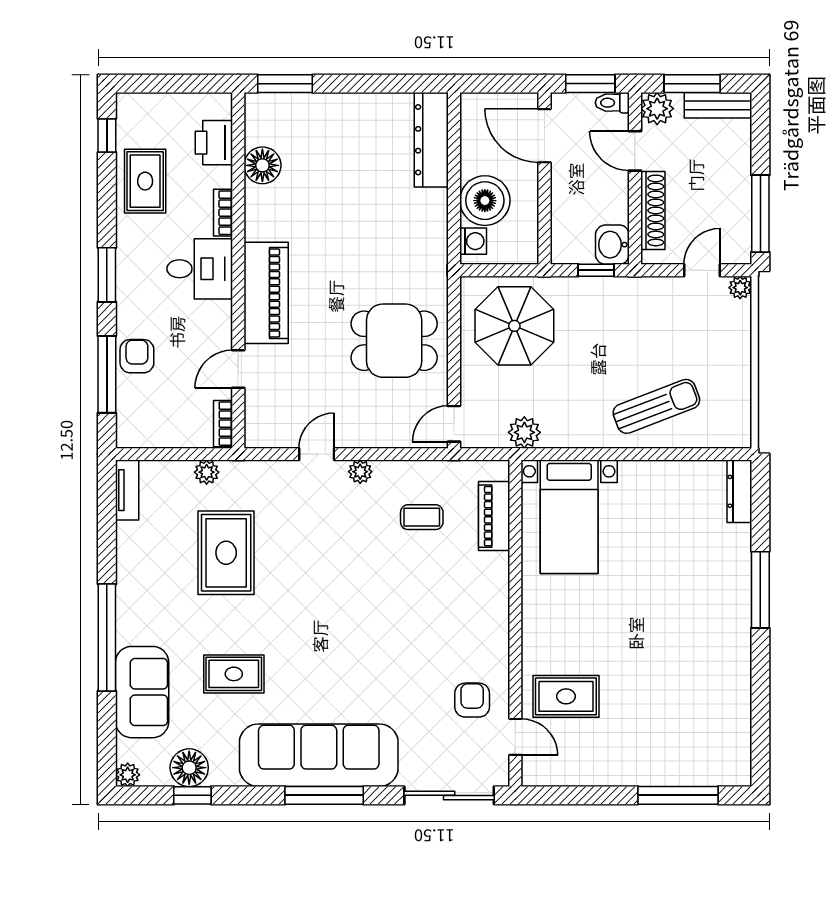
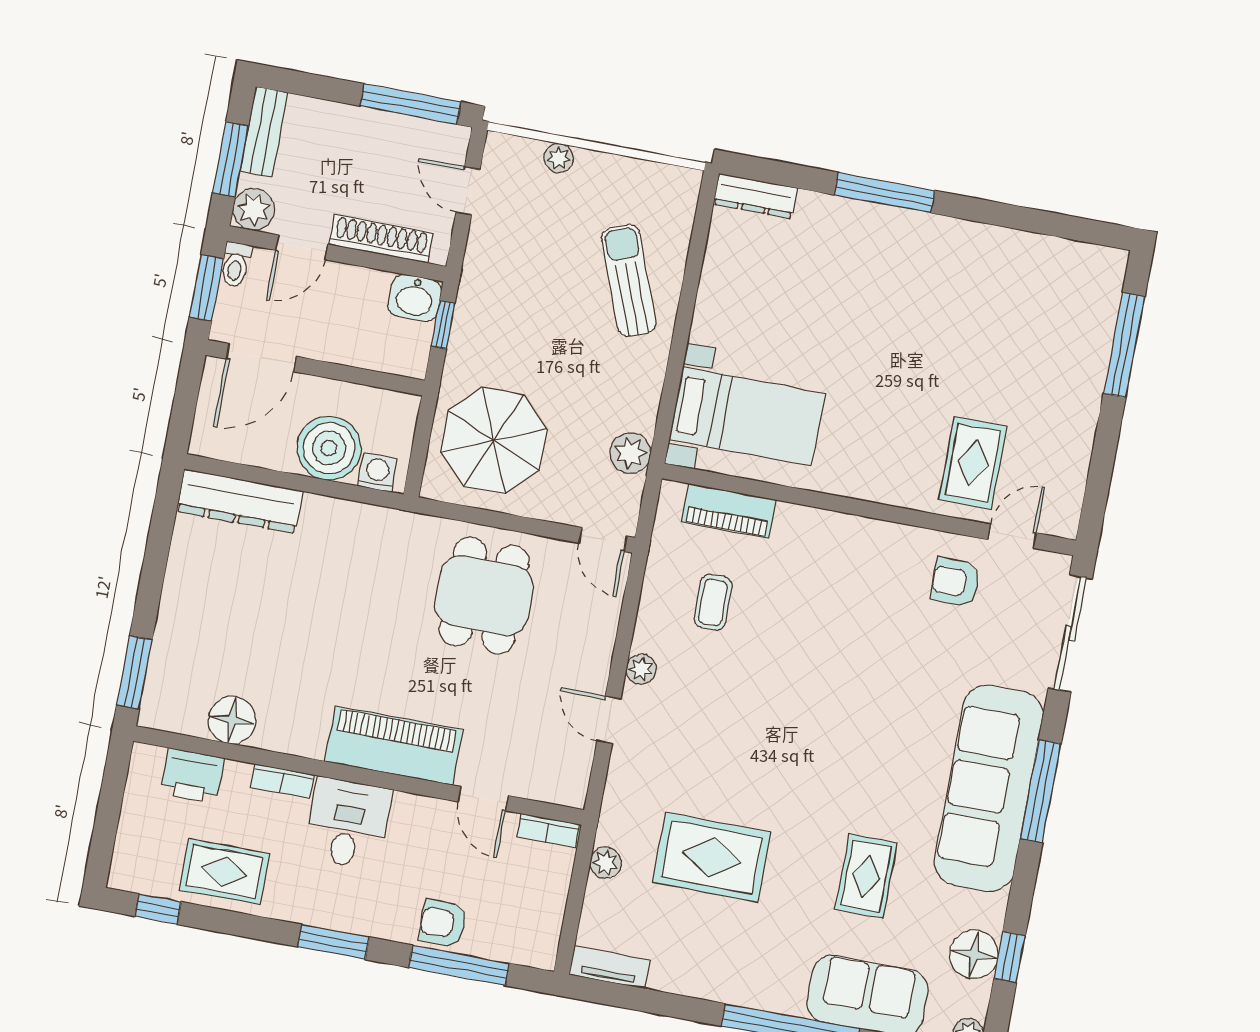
plant: (740, 288) -> (559, 158), moved

